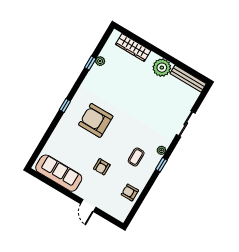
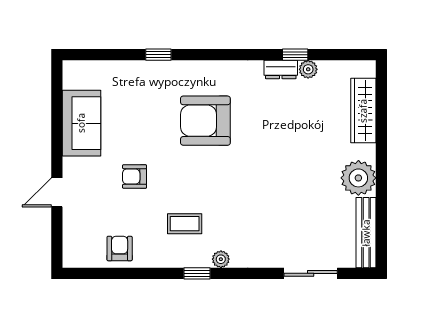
dresser: (93, 73) -> (281, 69), added
window: (65, 105) -> (158, 55), moved
armchair: (96, 120) -> (205, 121), turned -90
sliding door: (186, 124) -> (311, 273), moved
sofa: (59, 173) -> (81, 123), width x0.73

